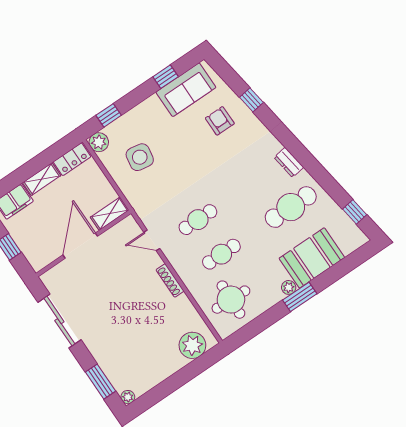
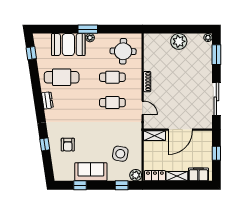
sofa: (186, 90) -> (91, 172), moved
plant: (192, 345) -> (179, 41), moved

